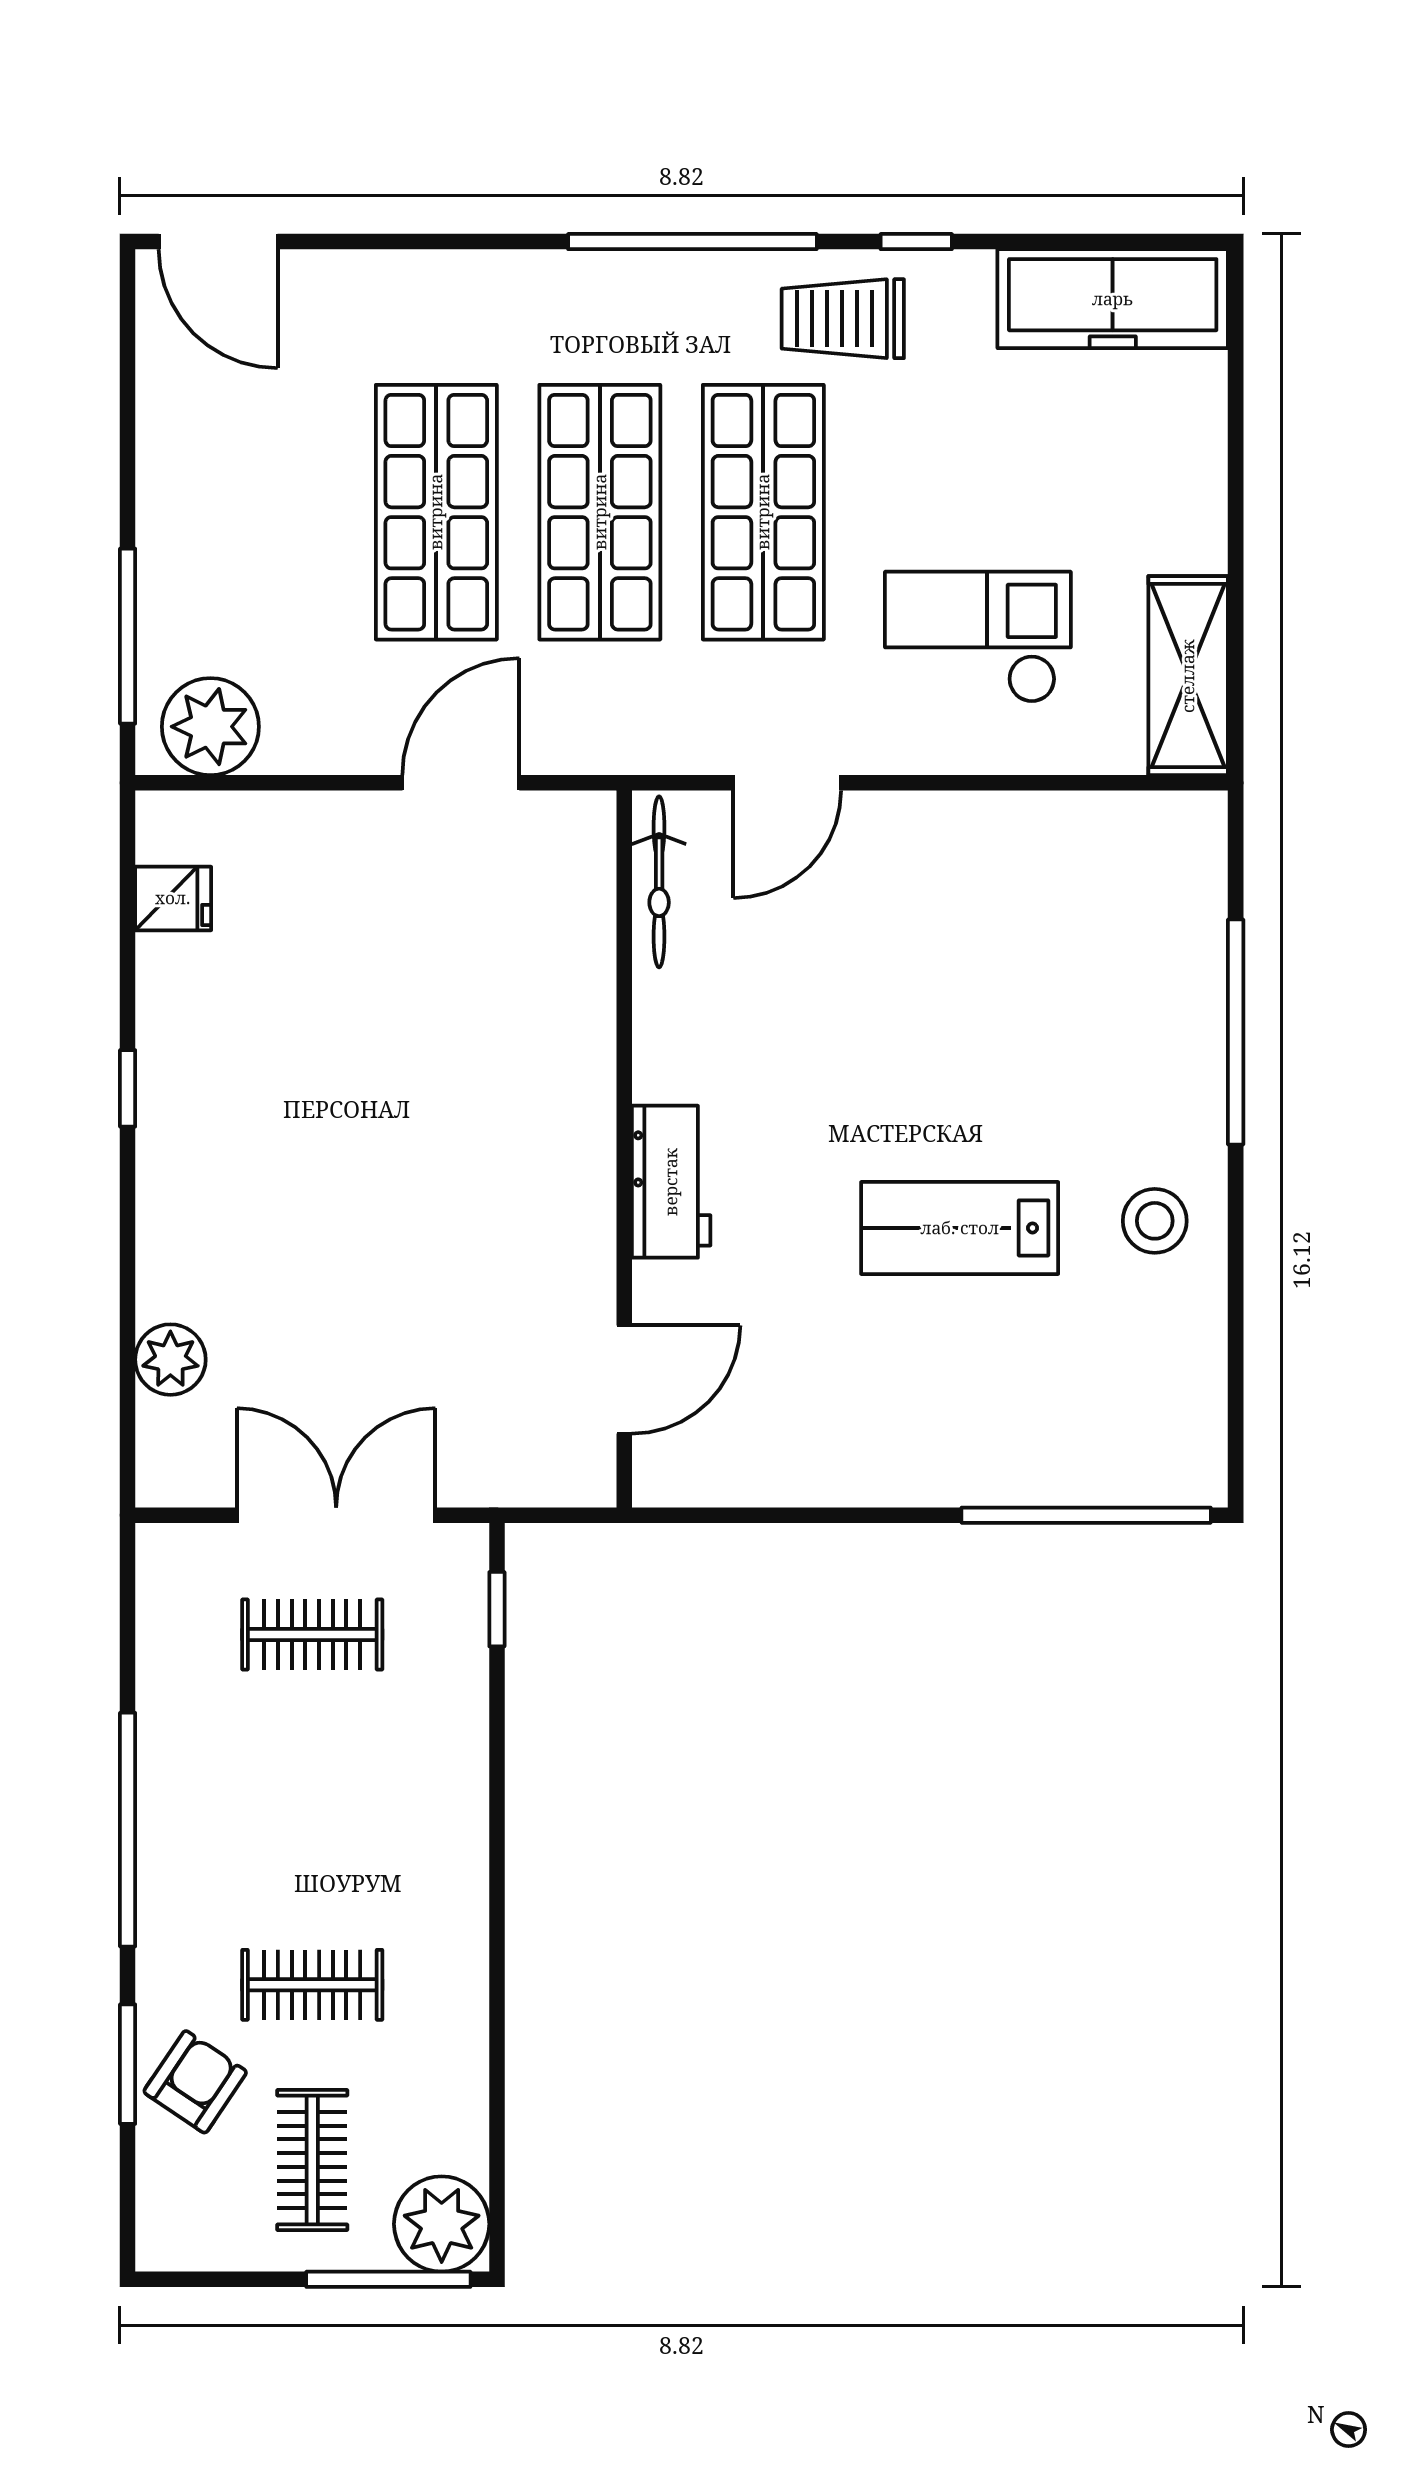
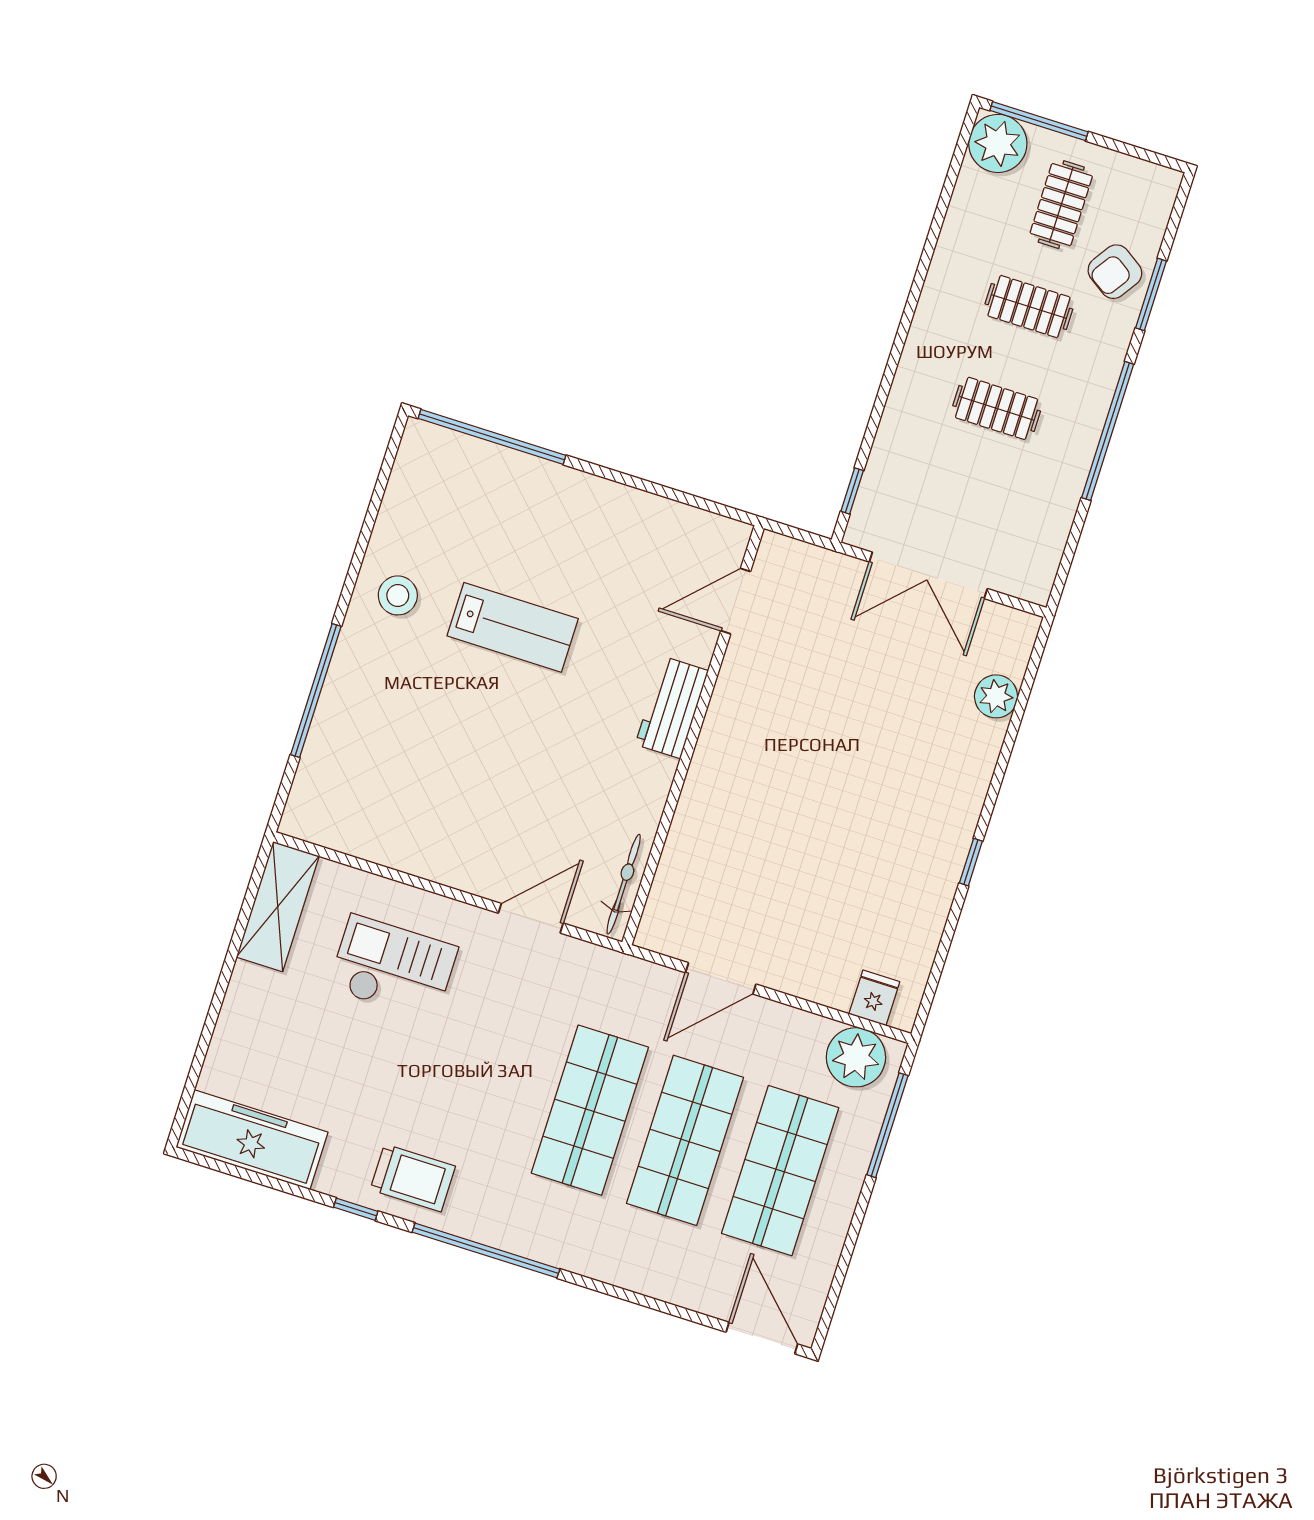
shop shelf: (763, 512) -> (780, 1171), moved
checkout: (978, 637) -> (393, 968), turned 180
fridge: (173, 898) -> (874, 998), moved, turned 90
clothes rail: (312, 1634) -> (997, 408), moved

